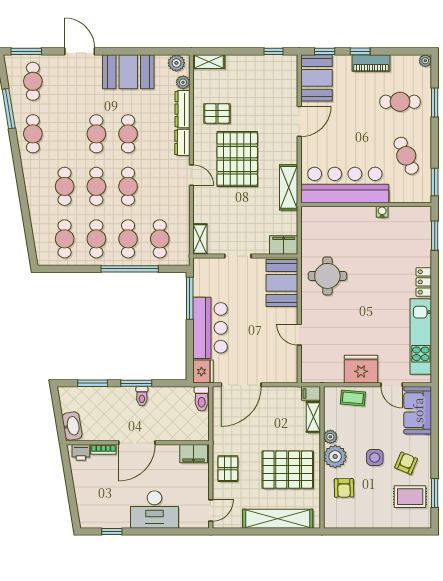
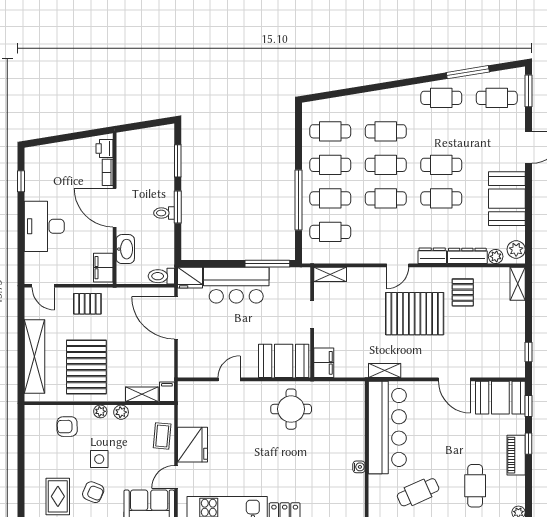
shelving: (289, 187) -> (385, 371), width x0.67, depth x0.75
washbasin: (72, 426) -> (125, 249), moved, turned -81
plant: (335, 456) -> (100, 411), width x0.53, depth x0.53

